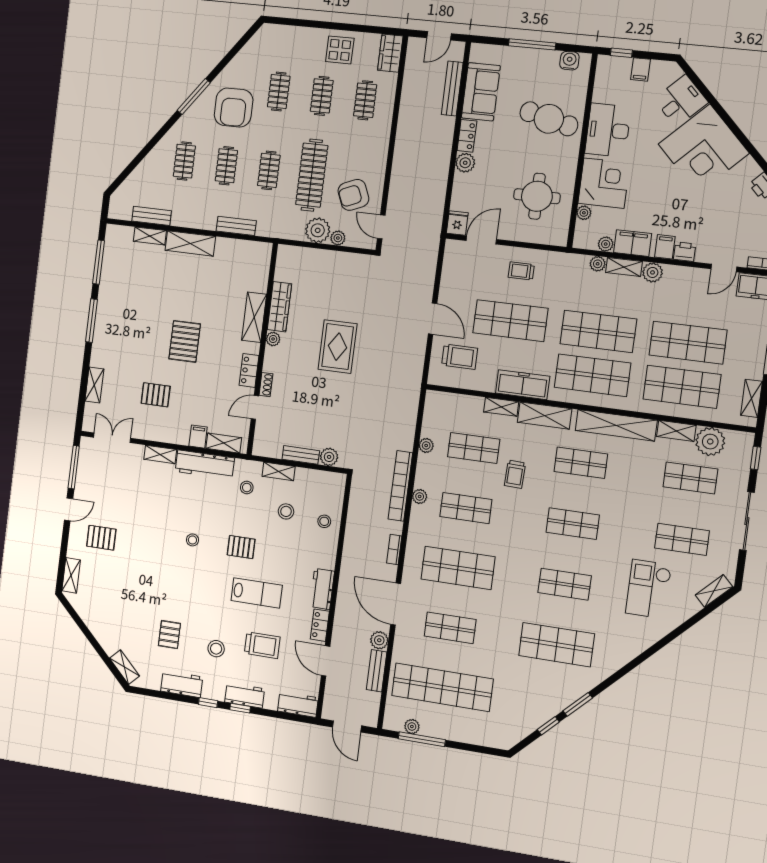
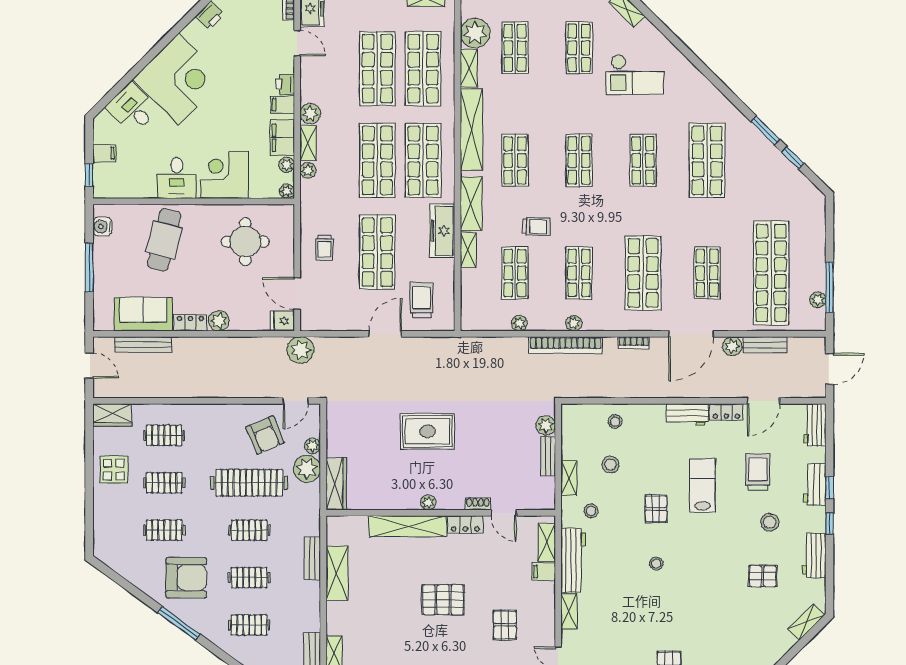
desk: (608, 130) -> (177, 178), width x0.73
plant: (584, 213) -> (287, 191), moved
plant: (428, 237) -> (300, 350), added
shelving: (190, 243) -> (337, 573), moved
wardrobe: (279, 307) -> (336, 484), moved, turned 90
shelving: (254, 317) -> (408, 526), width x1.47

